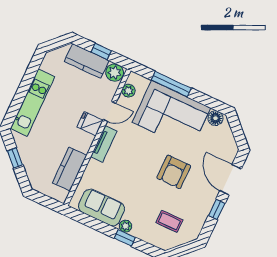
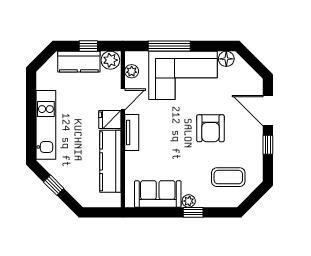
kitchen counter: (70, 169) -> (110, 161), width x1.50
coffee table: (169, 221) -> (228, 177), width x1.36, depth x1.30

